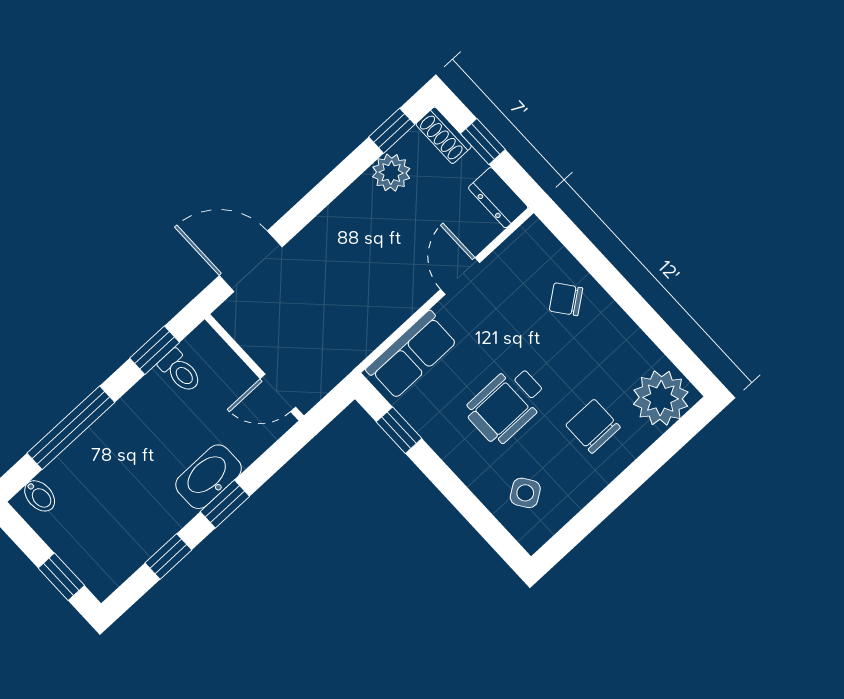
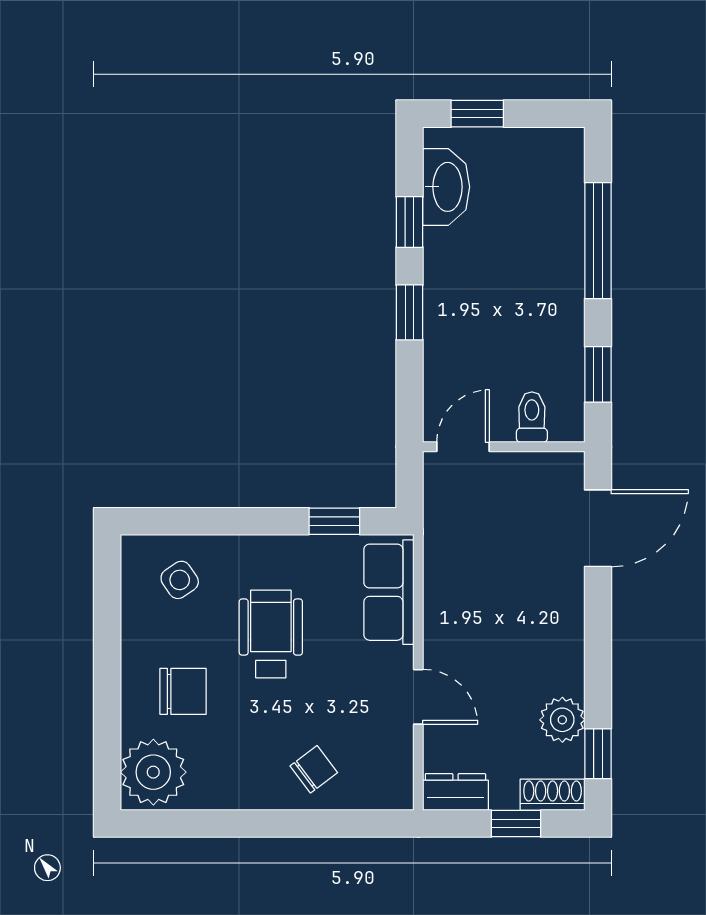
toilet: (180, 371) -> (532, 417), moved, turned 90
washbasin: (209, 477) -> (446, 187), moved
bidet: (40, 496) -> (564, 159), removed

